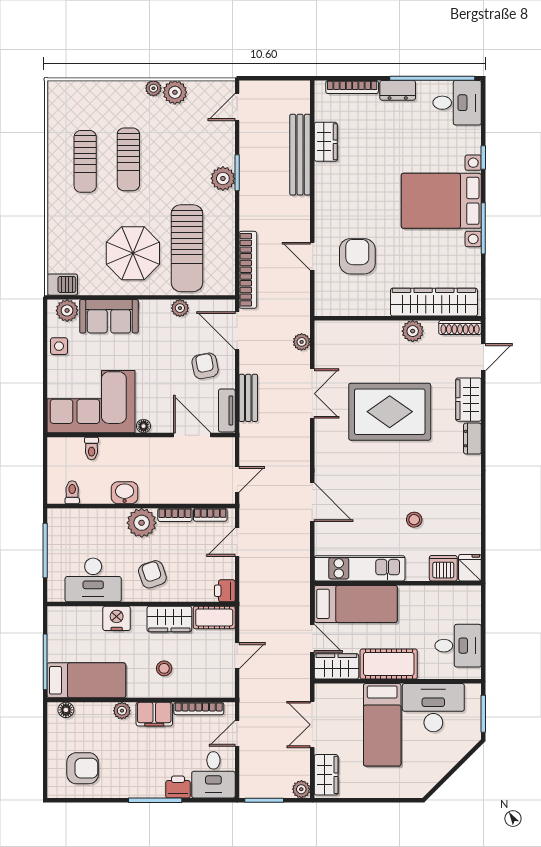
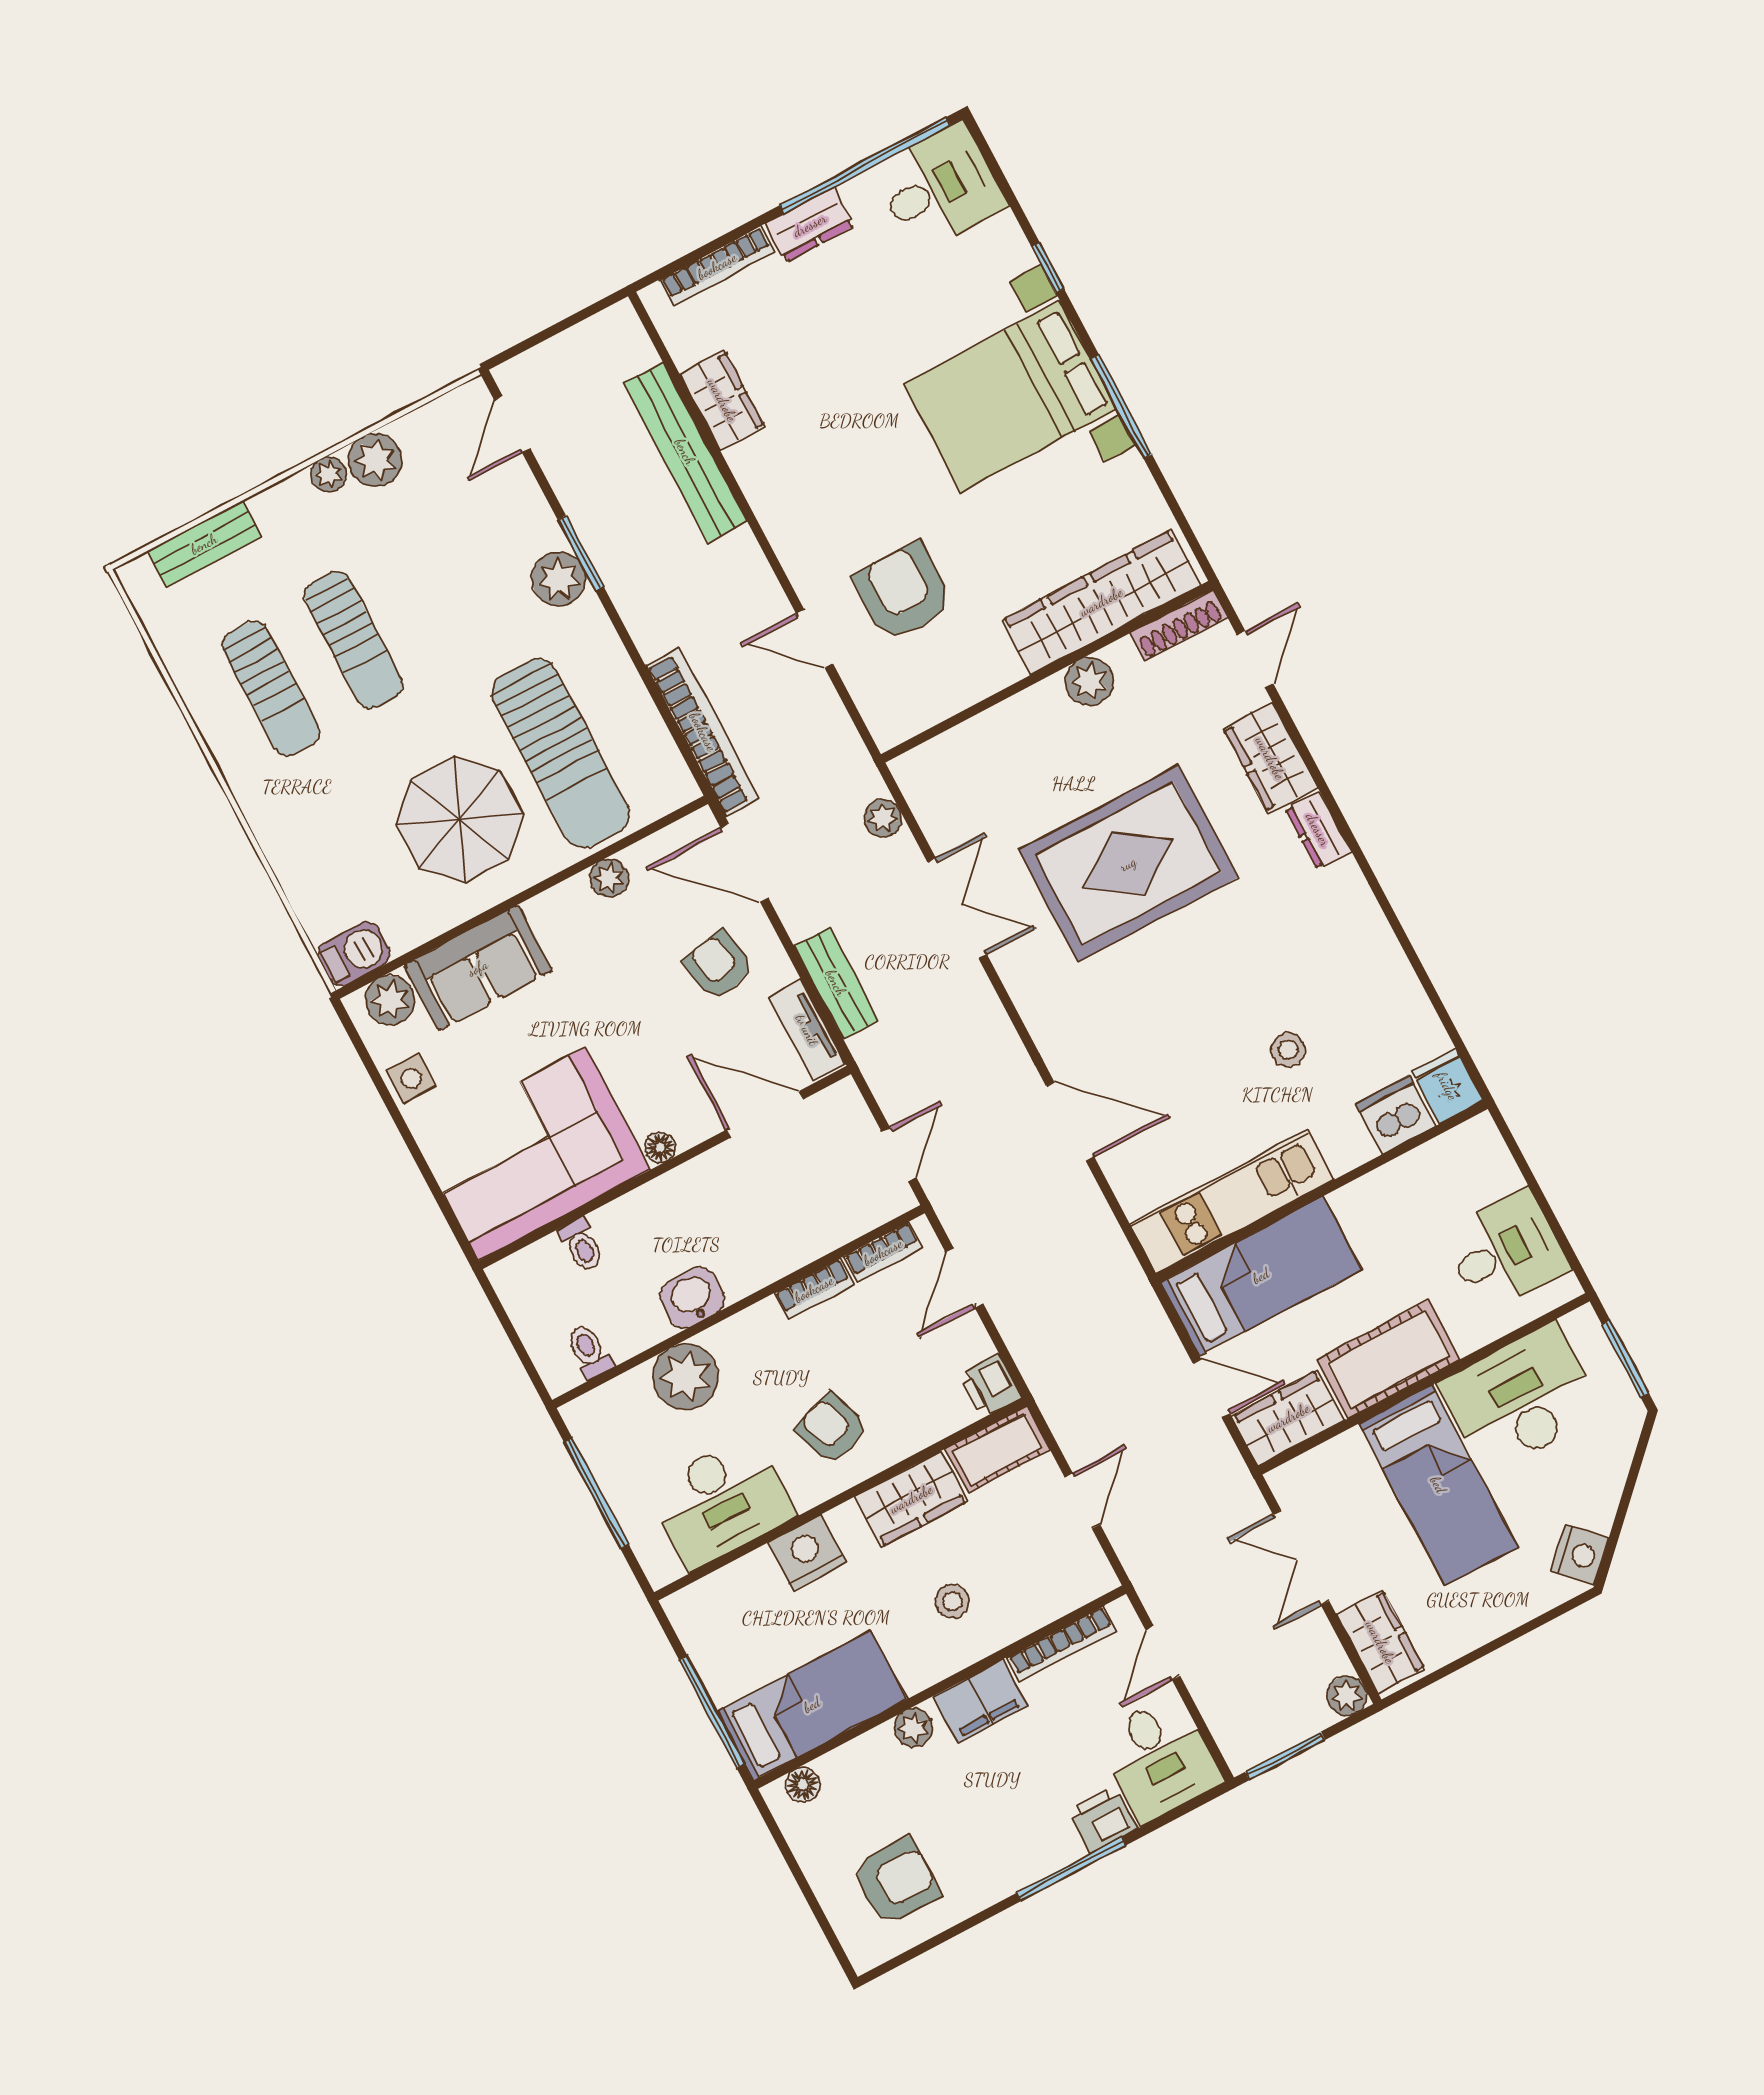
bench: (89, 90) -> (204, 544), added
plant: (142, 523) -> (686, 1377), moved
nightstand: (424, 782) -> (1580, 1554), added

